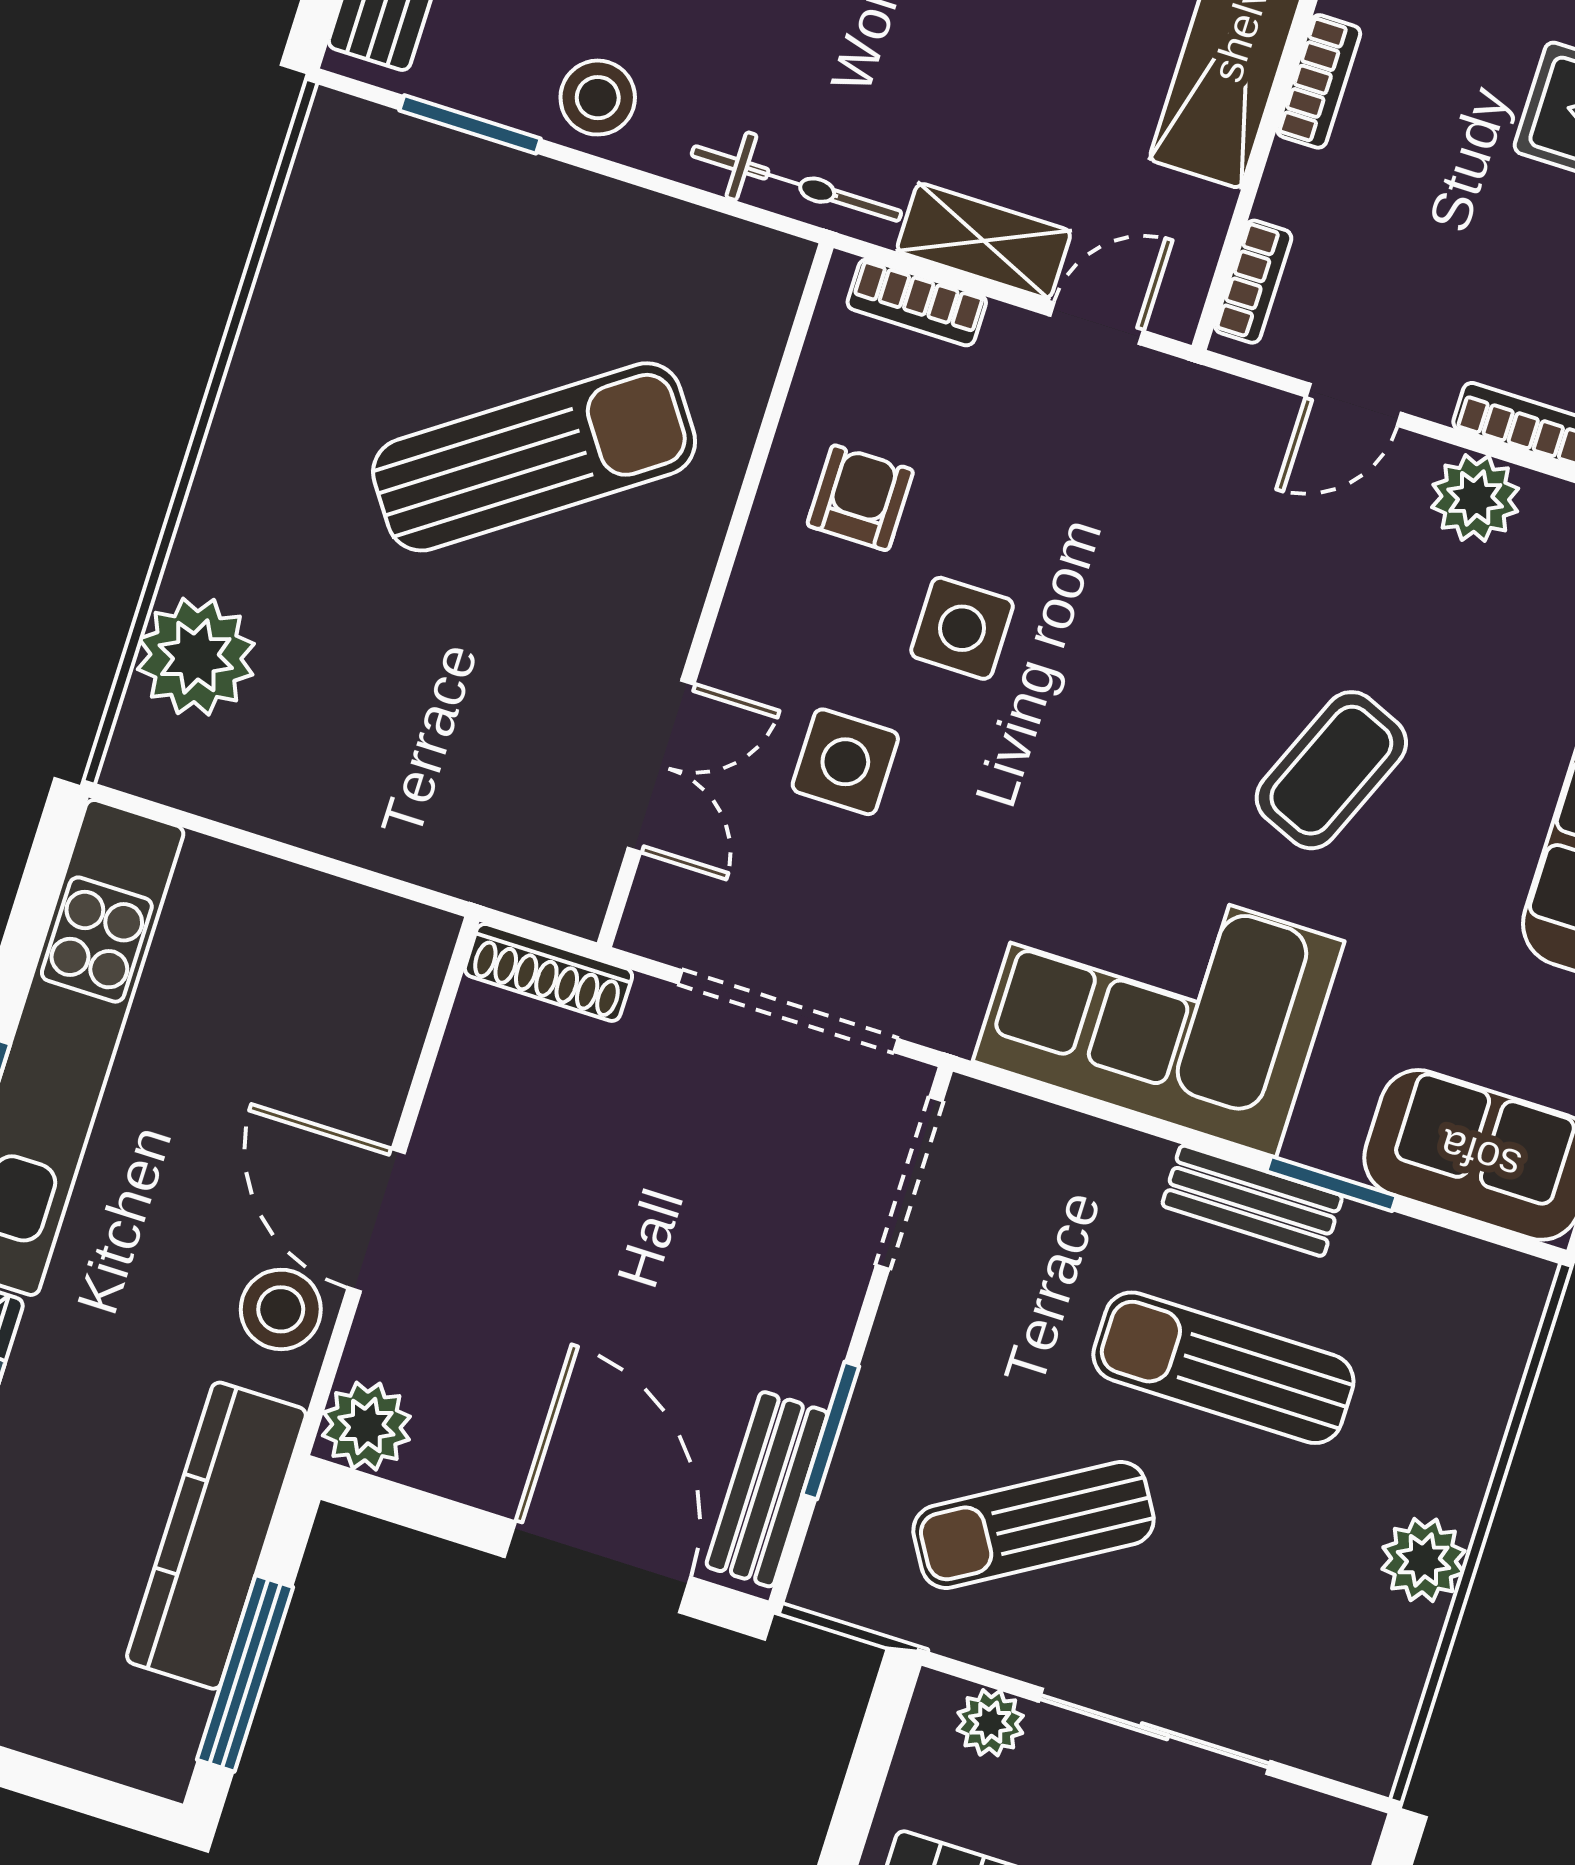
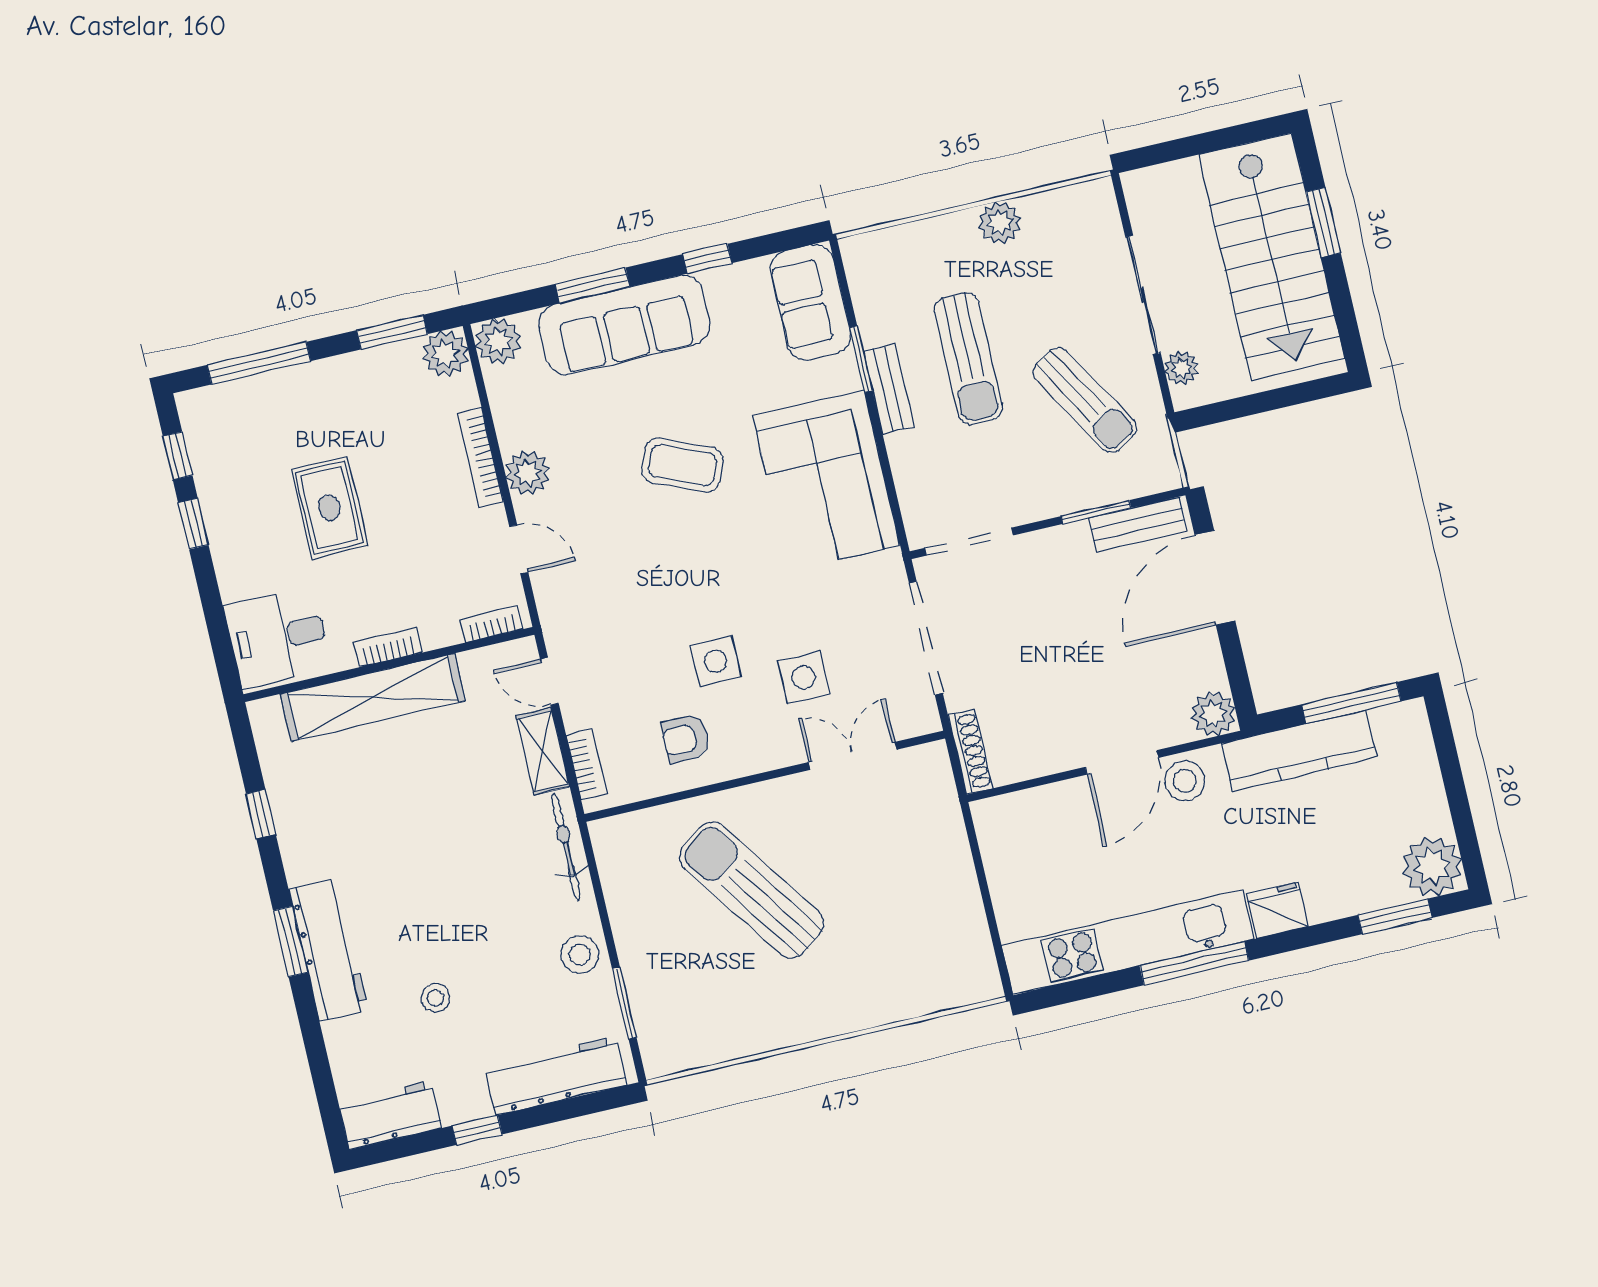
plant: (196, 657) -> (925, 985), removed

